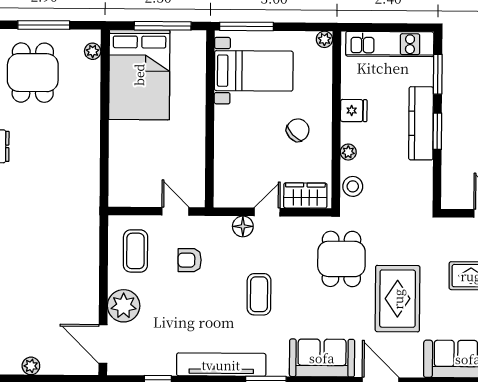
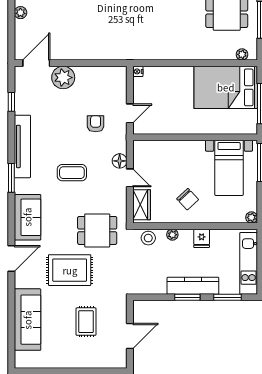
nightstand: (116, 200) -> (138, 71), added
coffee table: (135, 251) -> (102, 86), removed

